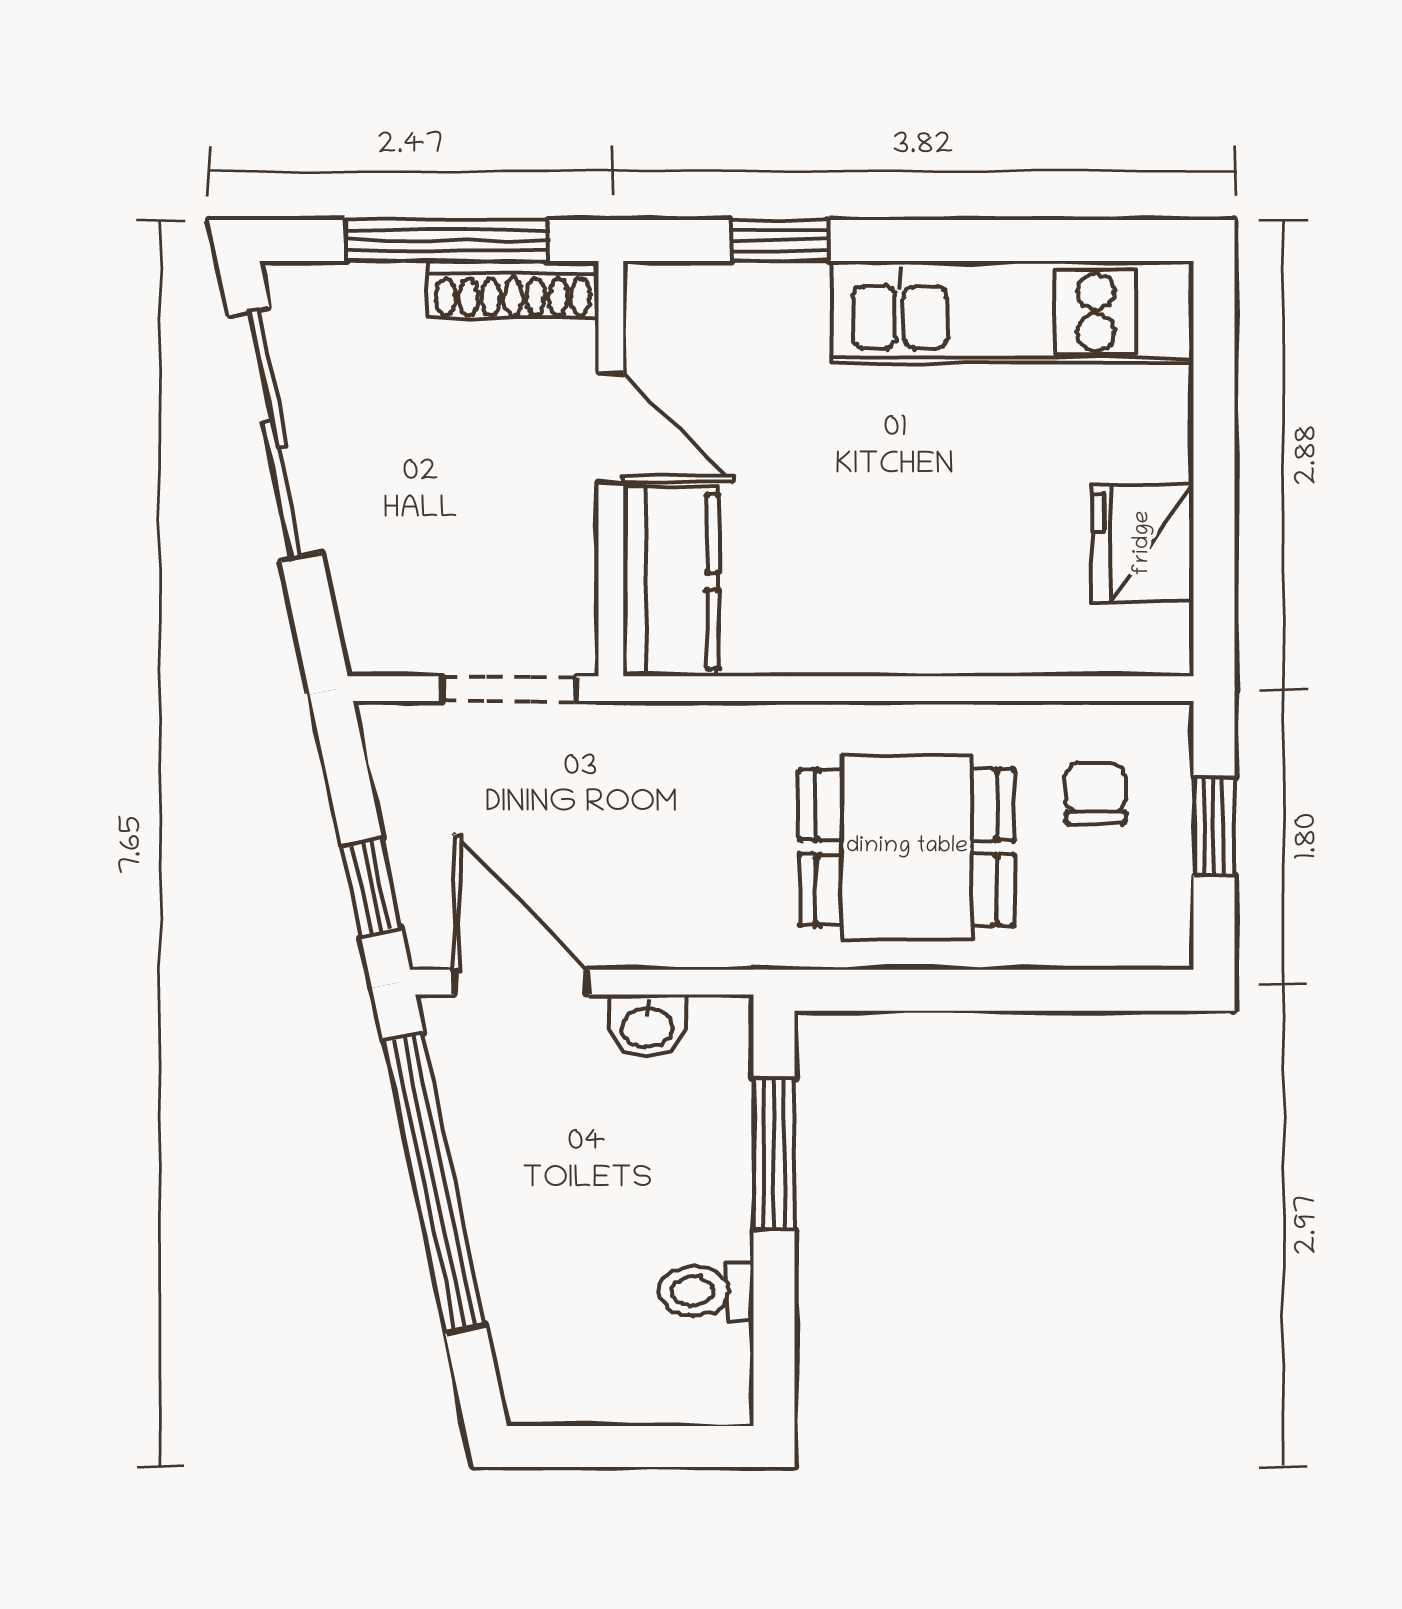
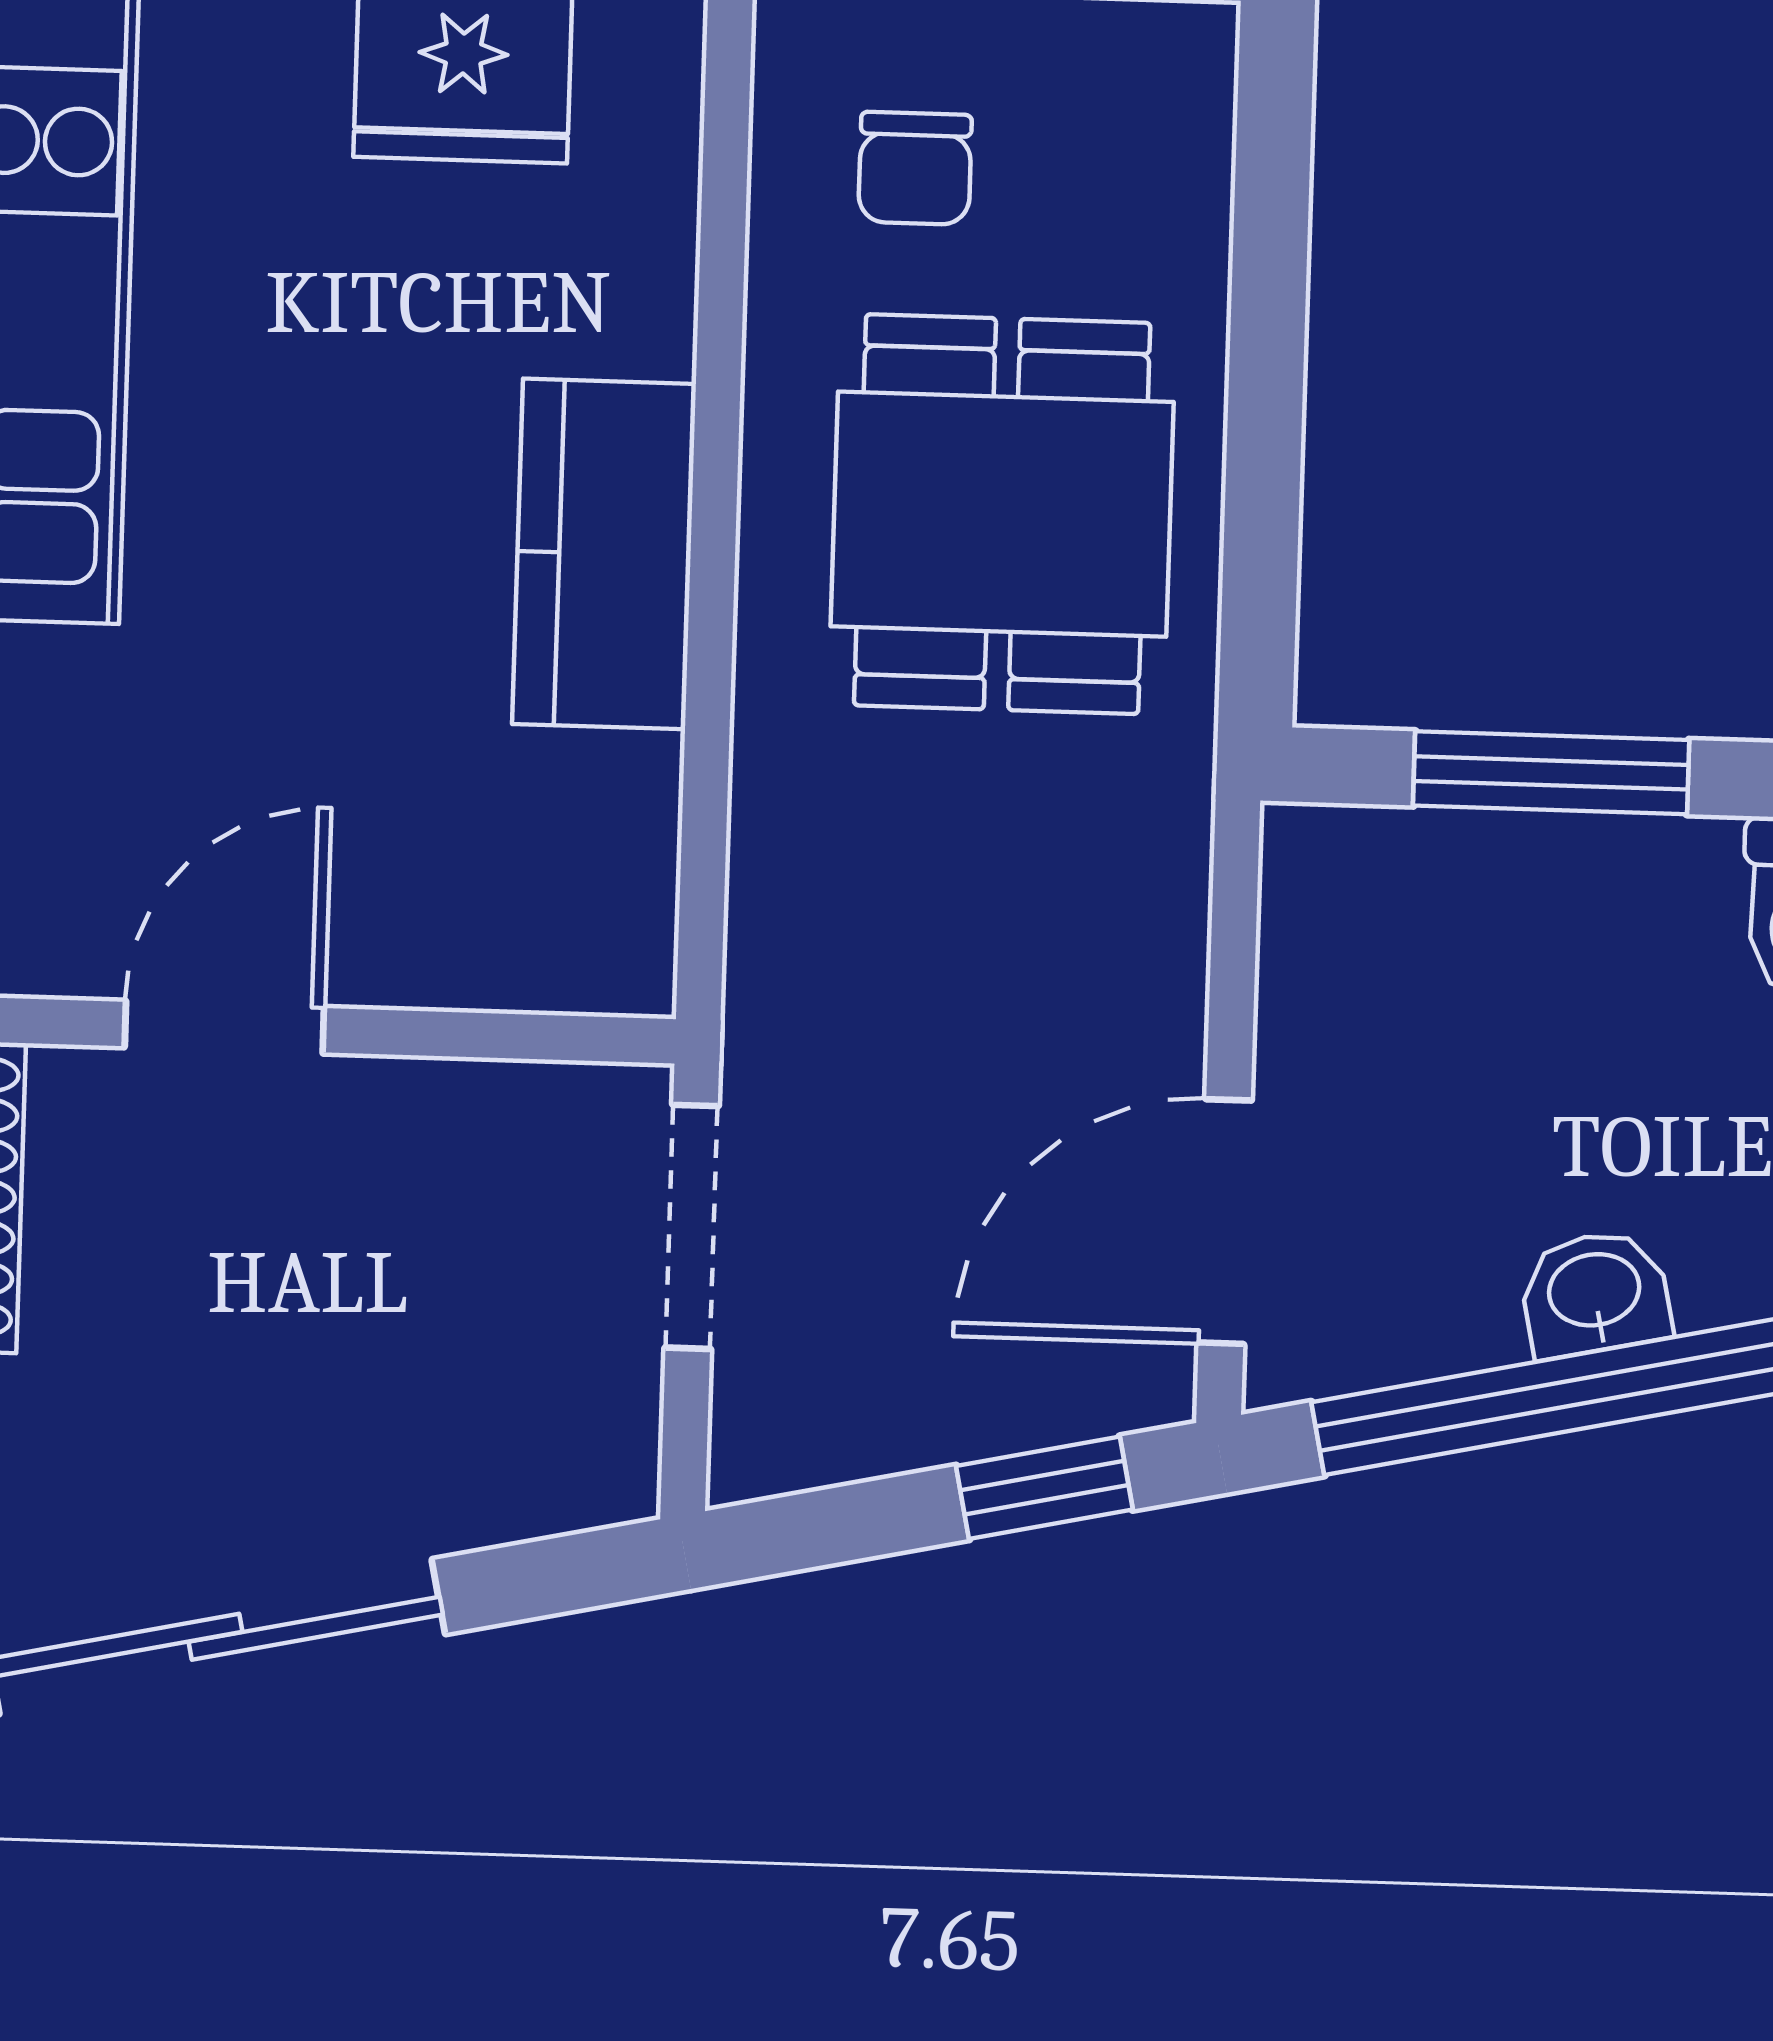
kitchen counter: (671, 581) -> (604, 554), moved, turned -90
chair: (1096, 793) -> (915, 168), turned -90
washbasin: (647, 1026) -> (1595, 1293), moved, turned -102

